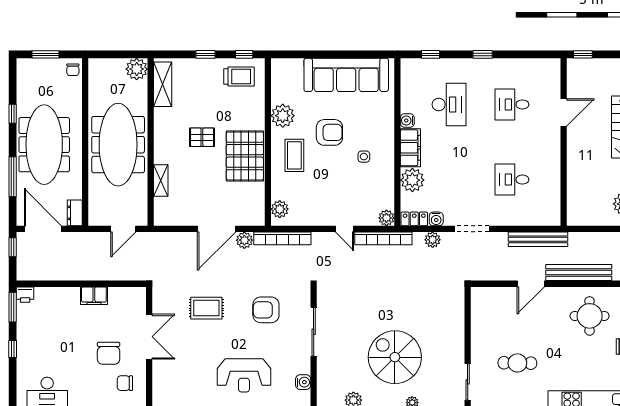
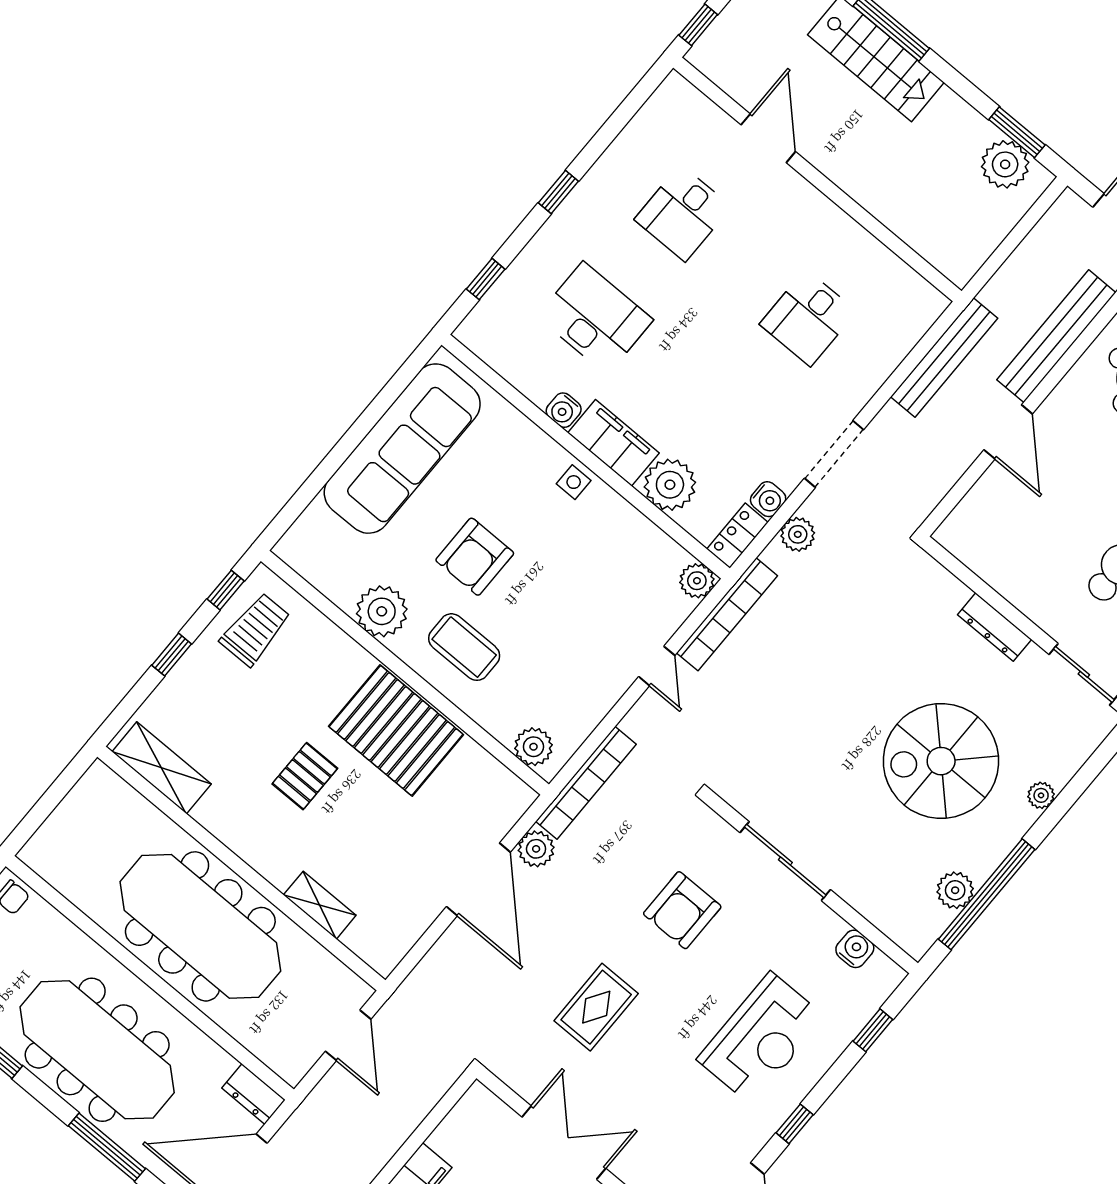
plant: (137, 69) -> (100, 790), removed
armchair: (329, 132) -> (475, 557), turned 180
side table: (364, 157) -> (574, 482), moved
door: (344, 229) -> (657, 666), hinge flipped
dresser: (458, 336) -> (995, 627), added

